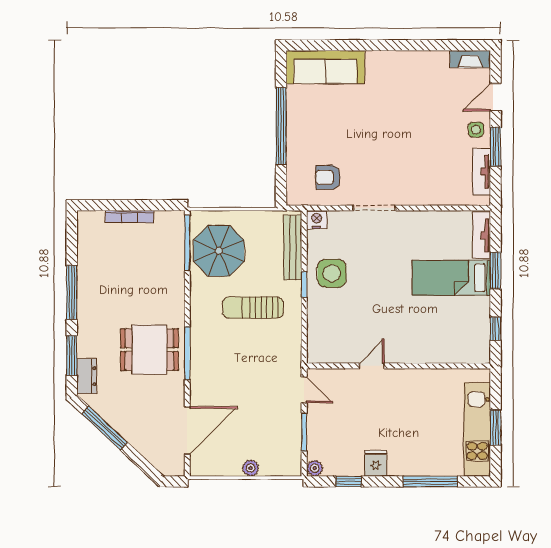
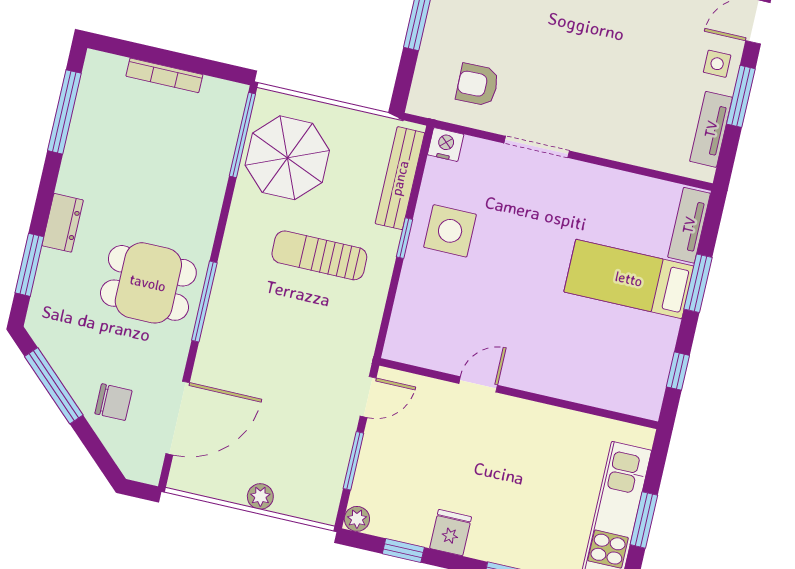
window: (72, 292) -> (64, 112), moved
dresser: (87, 376) -> (63, 223), moved
door: (304, 390) -> (368, 397), hinge flipped
chair: (144, 430) -> (113, 402), added

